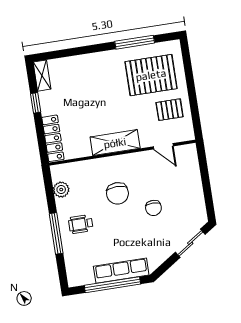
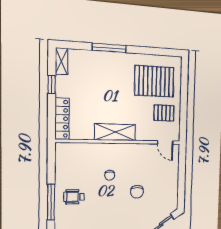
window: (135, 42) -> (109, 48), moved
door: (163, 146) -> (165, 142), moved
plant: (61, 190) -> (62, 165), removed
chair: (117, 193) -> (110, 175), width x0.54, depth x0.54

